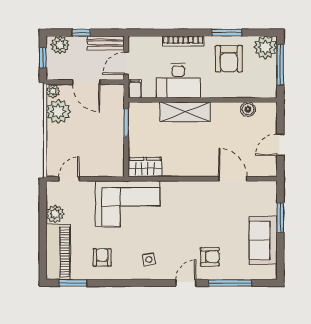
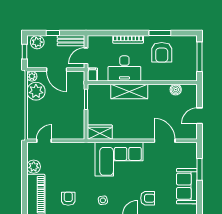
plant: (265, 47) -> (189, 44), removed
corner sofa: (128, 204) -> (119, 159), moved

